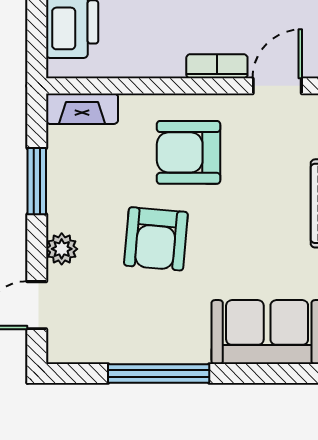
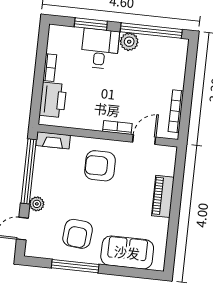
window: (37, 181) -> (29, 171), width x2.11
armchair: (156, 239) -> (78, 234), moved

